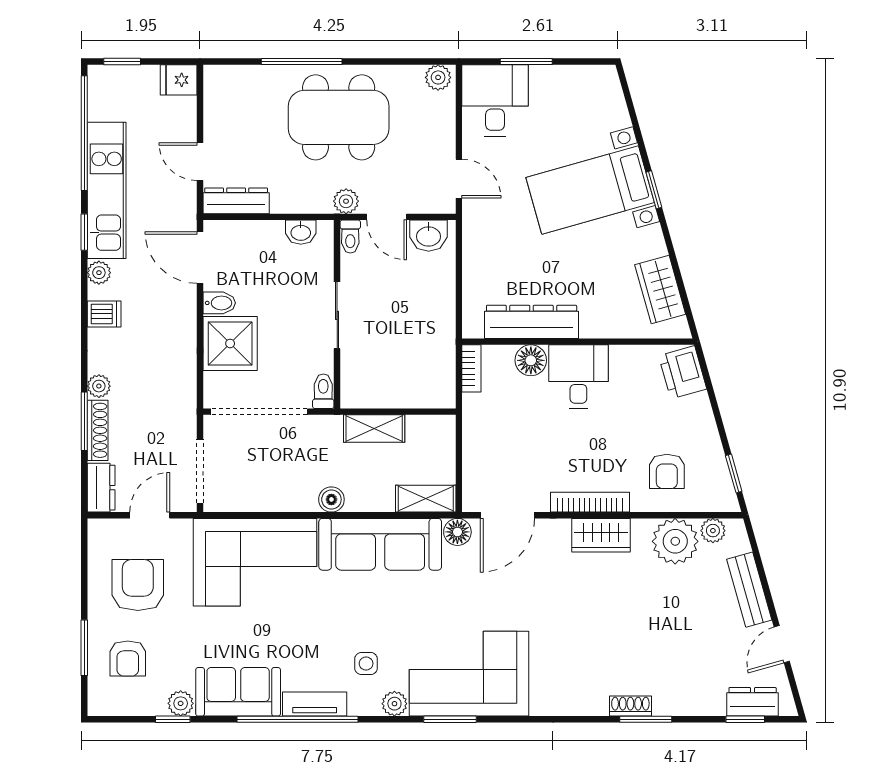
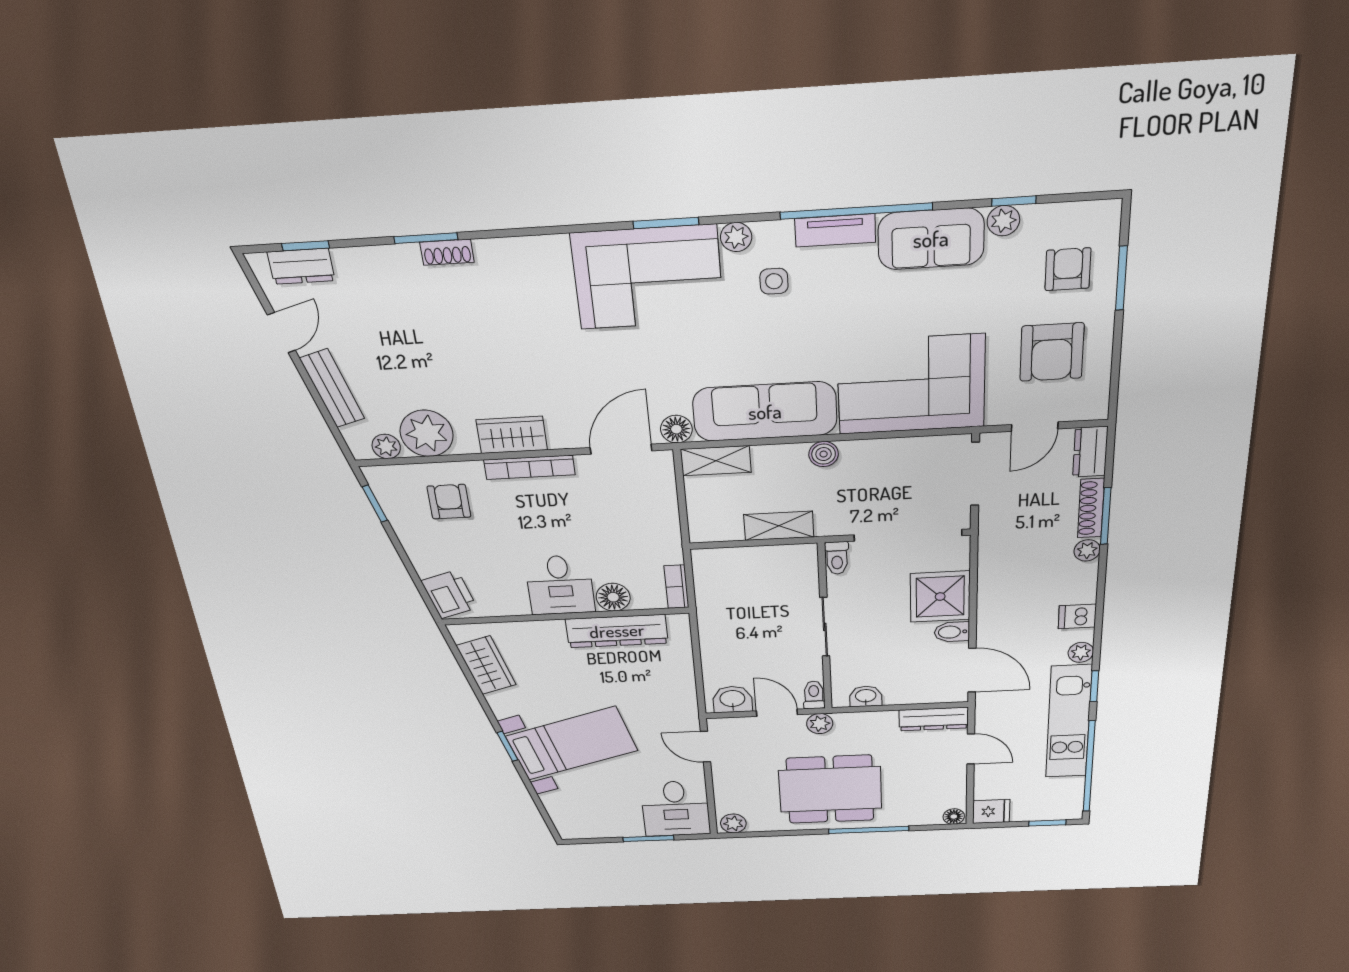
floor lamp: (216, 75) -> (954, 816), added

